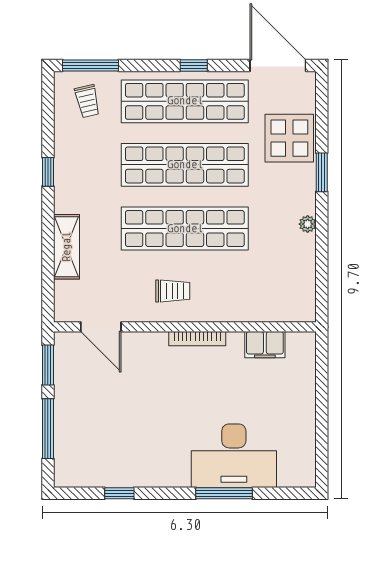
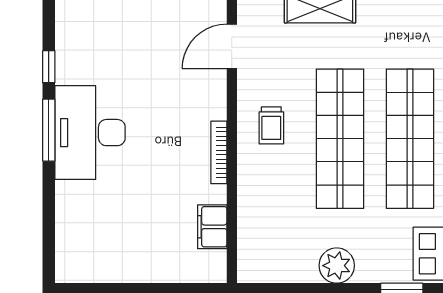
plant: (308, 224) -> (337, 266), width x1.87, depth x1.87
desk: (234, 456) -> (90, 133), moved
window: (224, 493) -> (49, 130), moved

